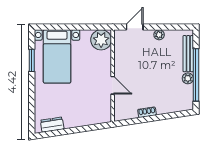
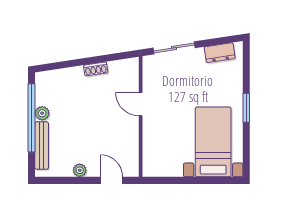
door: (135, 27) -> (112, 180), swing flipped
plant: (101, 40) -> (156, 164), removed
window: (32, 60) -> (246, 108), moved
sliding door: (87, 128) -> (174, 48), added

